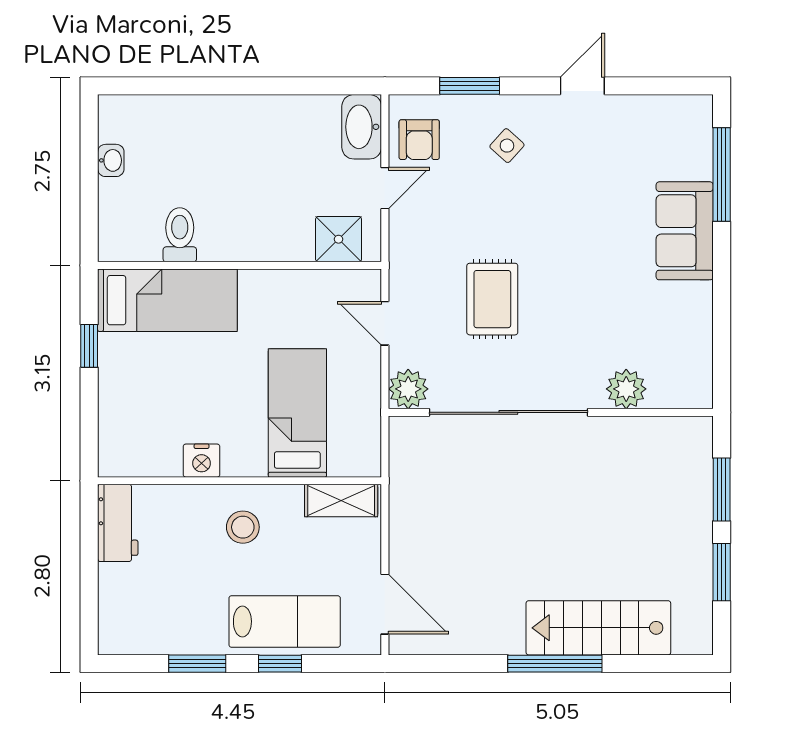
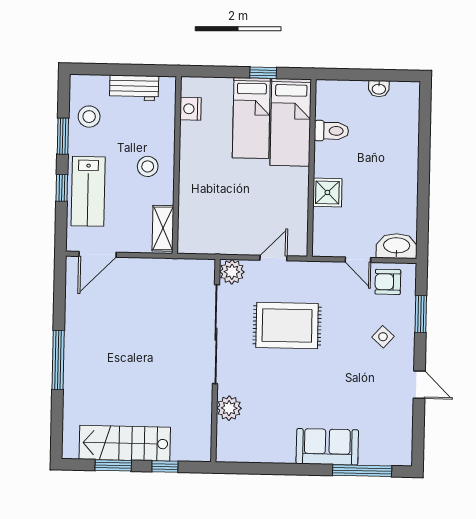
shower: (339, 239) -> (327, 192), moved
rug: (492, 299) -> (287, 326), width x1.36, depth x1.43
bed: (297, 413) -> (251, 118), moved, turned 90
nightstand: (202, 461) -> (191, 109), moved
window: (722, 489) -> (165, 467), width x0.67
workbench: (118, 523) -> (134, 88), moved
stool: (165, 622) -> (89, 117), added
stairs: (598, 628) -> (125, 443), moved, turned -90

